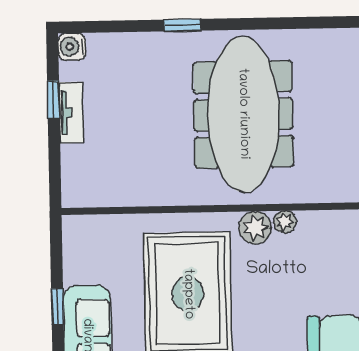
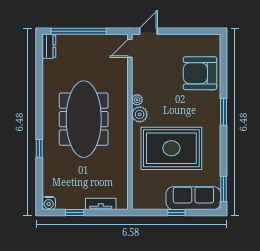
tv unit: (71, 112) -> (101, 204), moved
meeting table: (243, 114) -> (84, 119), turned 90

